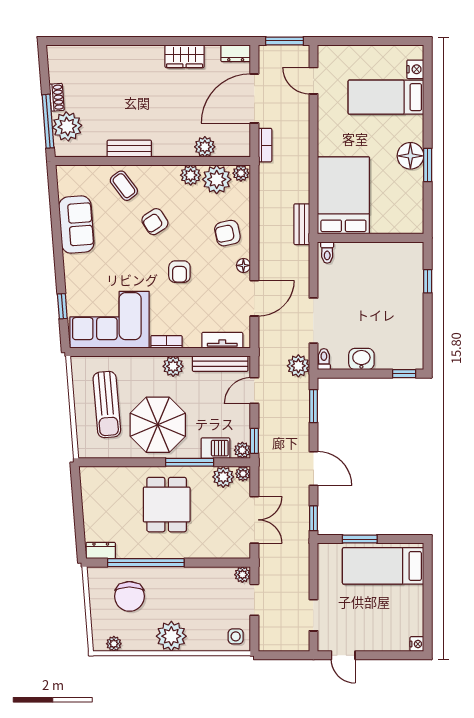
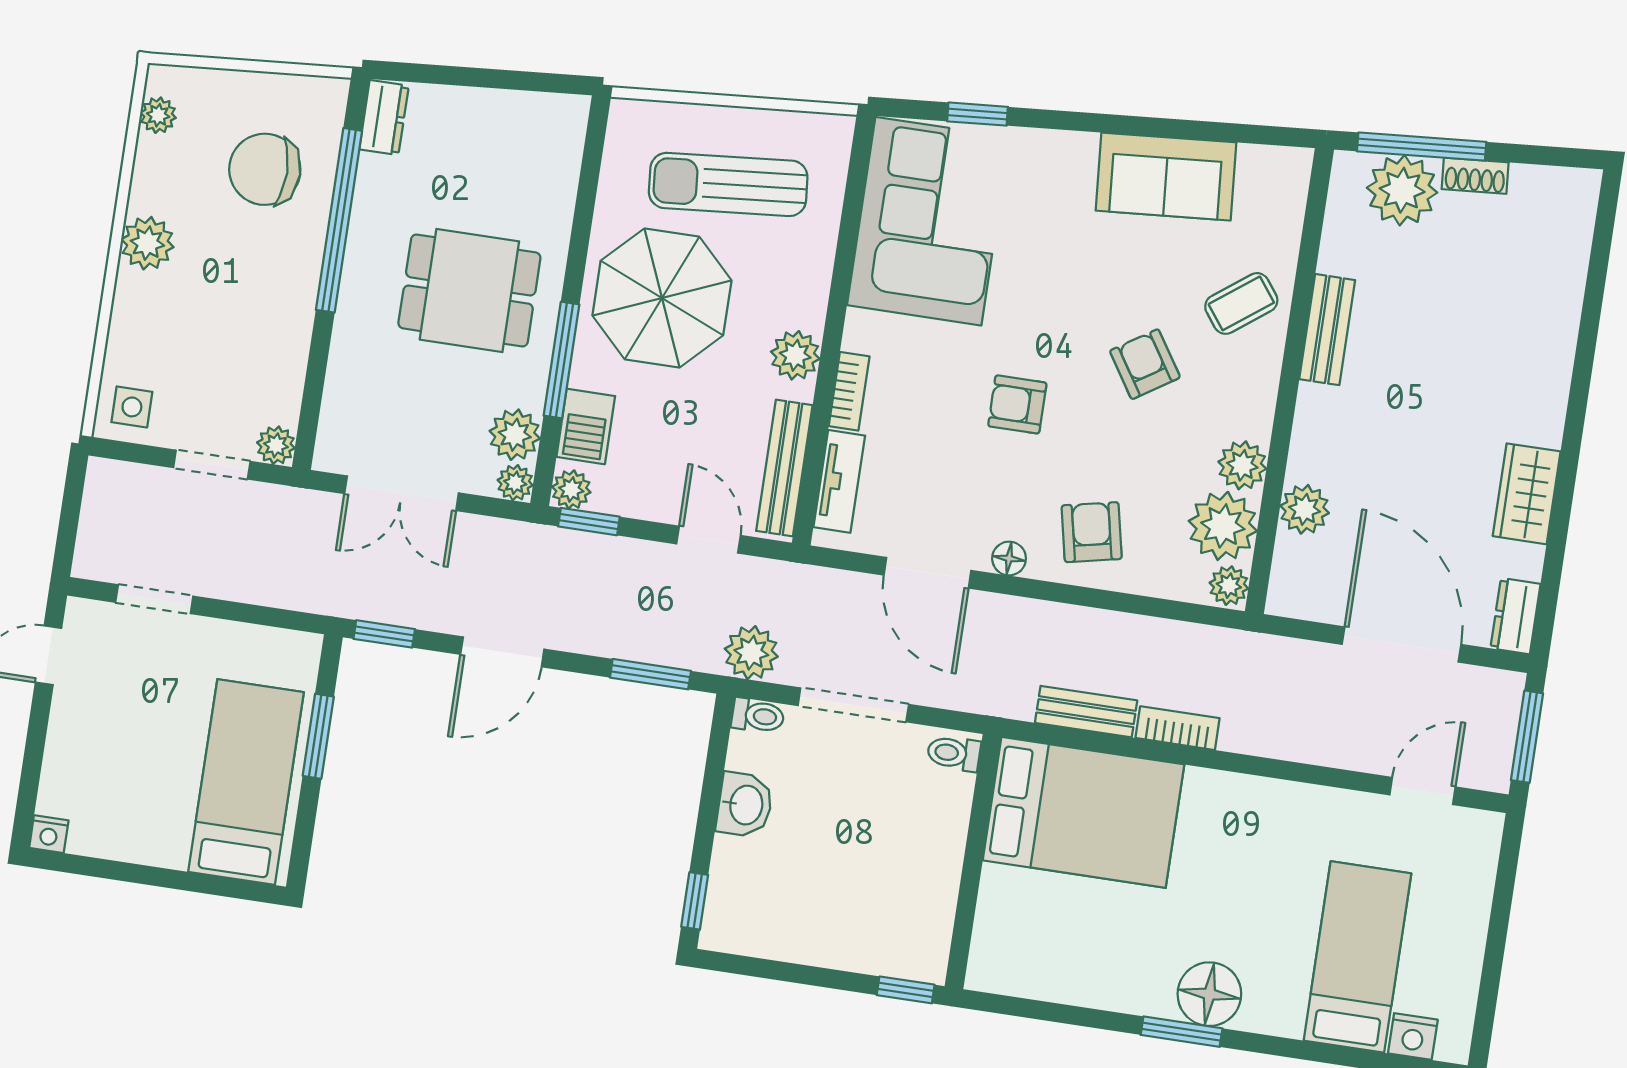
bookcase: (265, 145) -> (1178, 728), moved, turned 180
bed: (343, 195) -> (1084, 812), moved
wall: (371, 238) -> (973, 862), moved
toilet: (327, 252) -> (954, 753), moved
bookcase: (166, 342) -> (849, 391), moved
plant: (171, 636) -> (147, 243), width x0.73, depth x0.73

